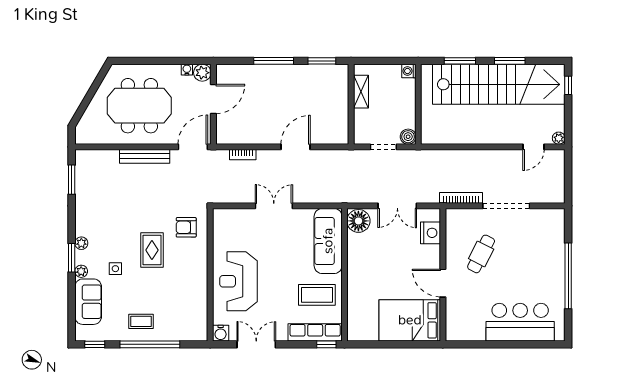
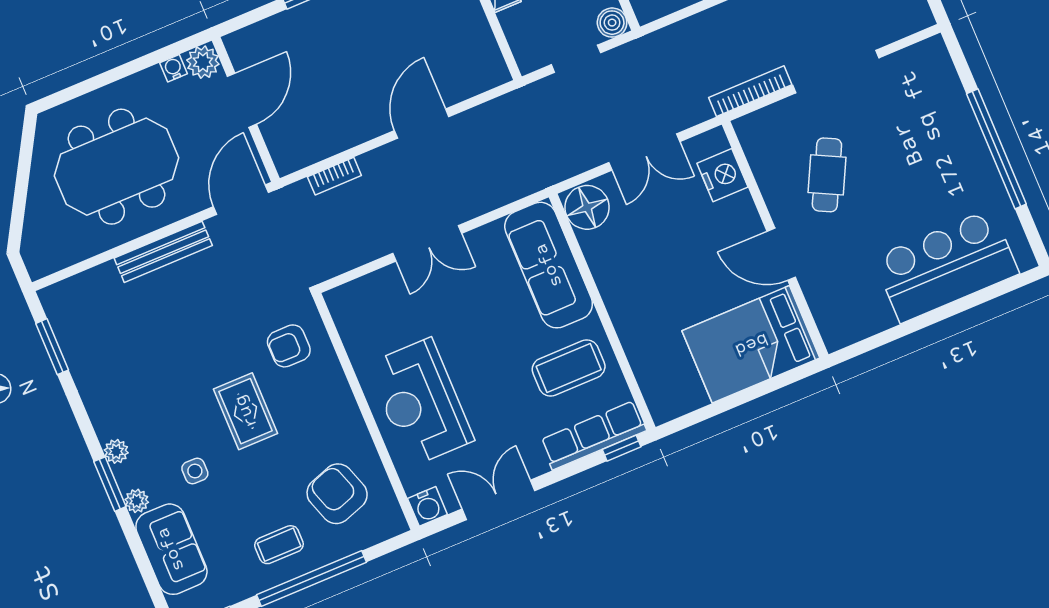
double door: (274, 206) -> (427, 243), swing flipped
armchair: (179, 309) -> (337, 494), added

